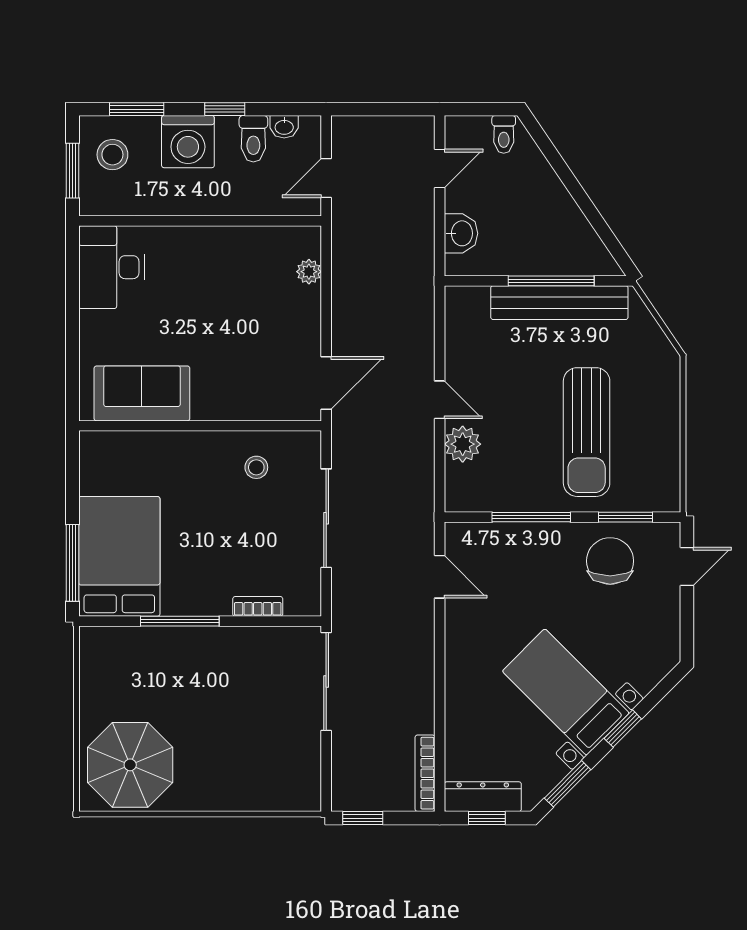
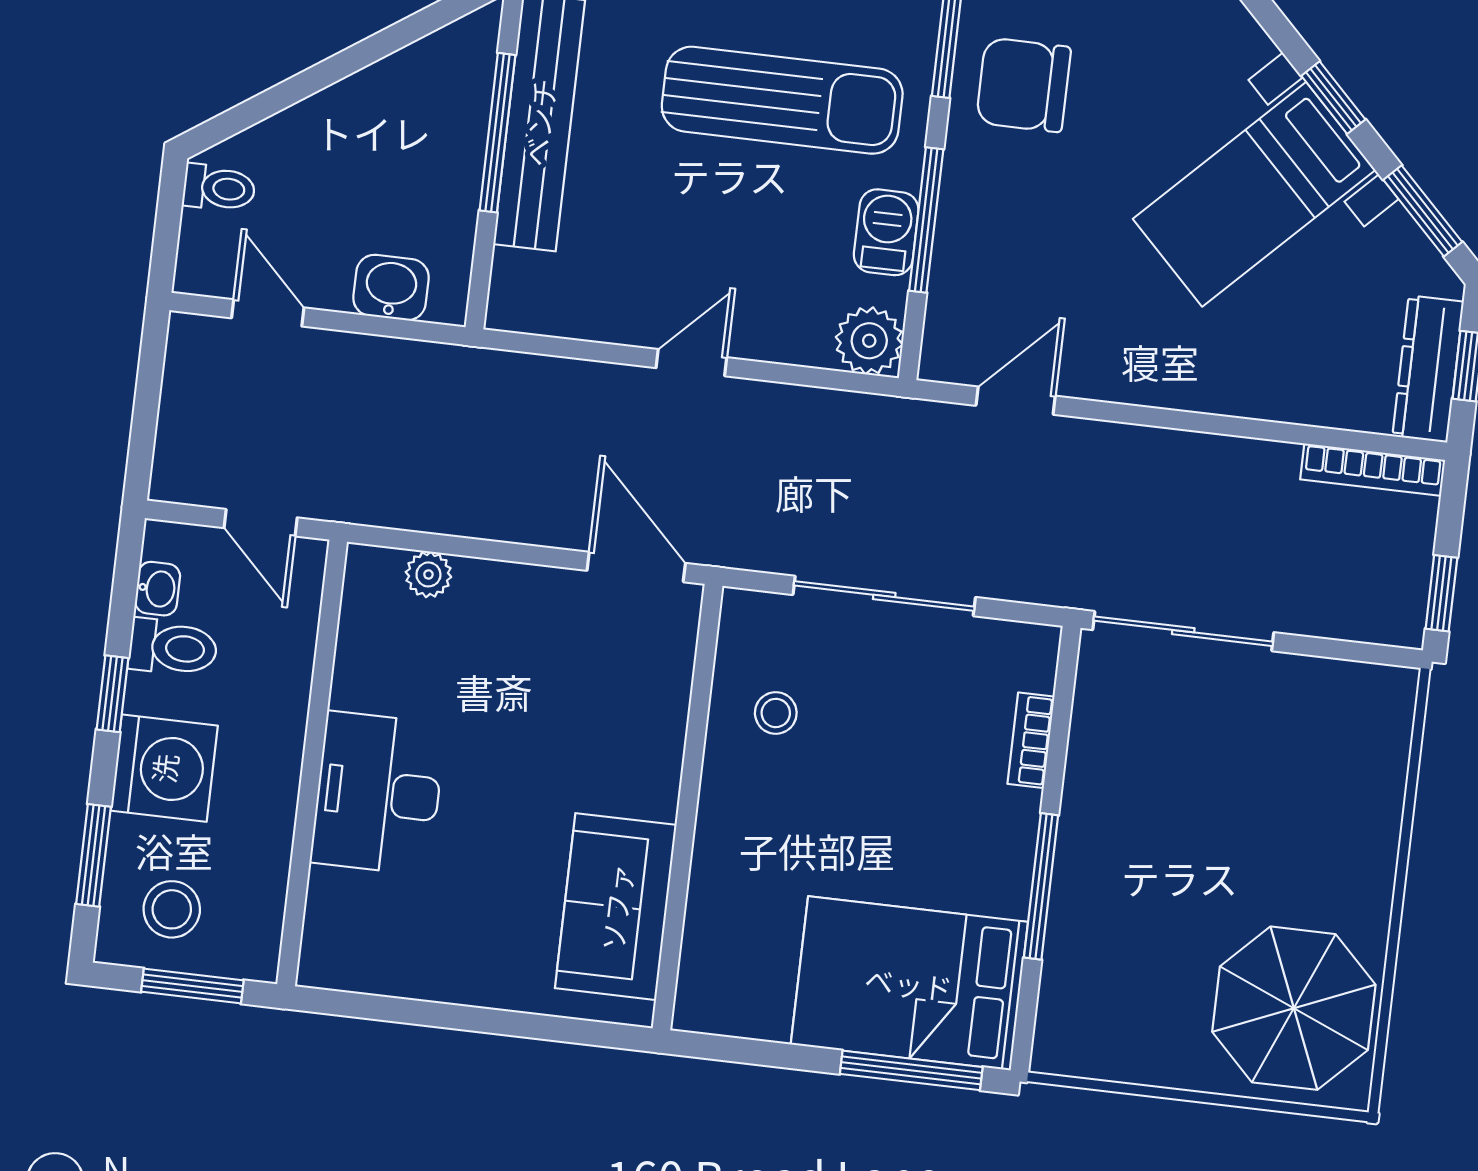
desk: (111, 267) -> (378, 793), moved, turned 90
plant: (463, 444) -> (869, 341), moved
barbecue: (522, 496) -> (886, 232), added

